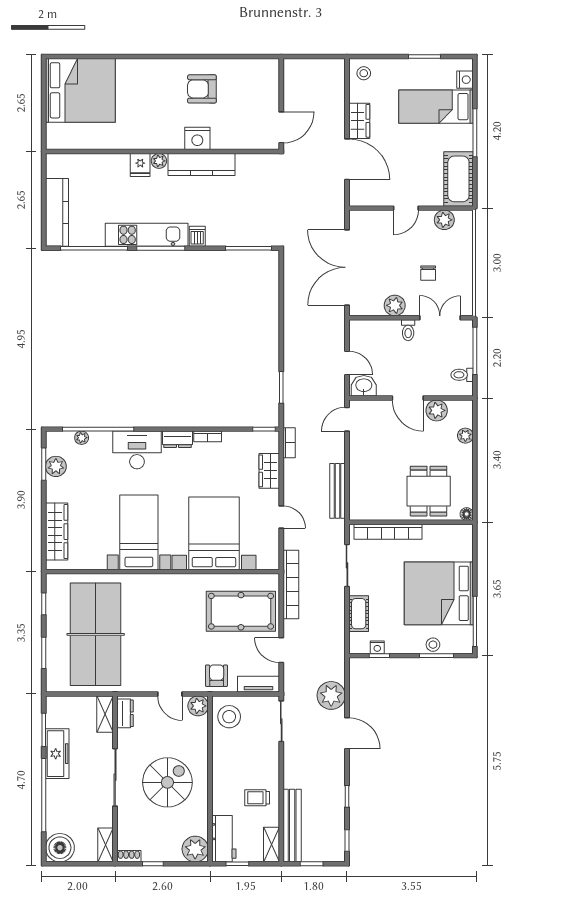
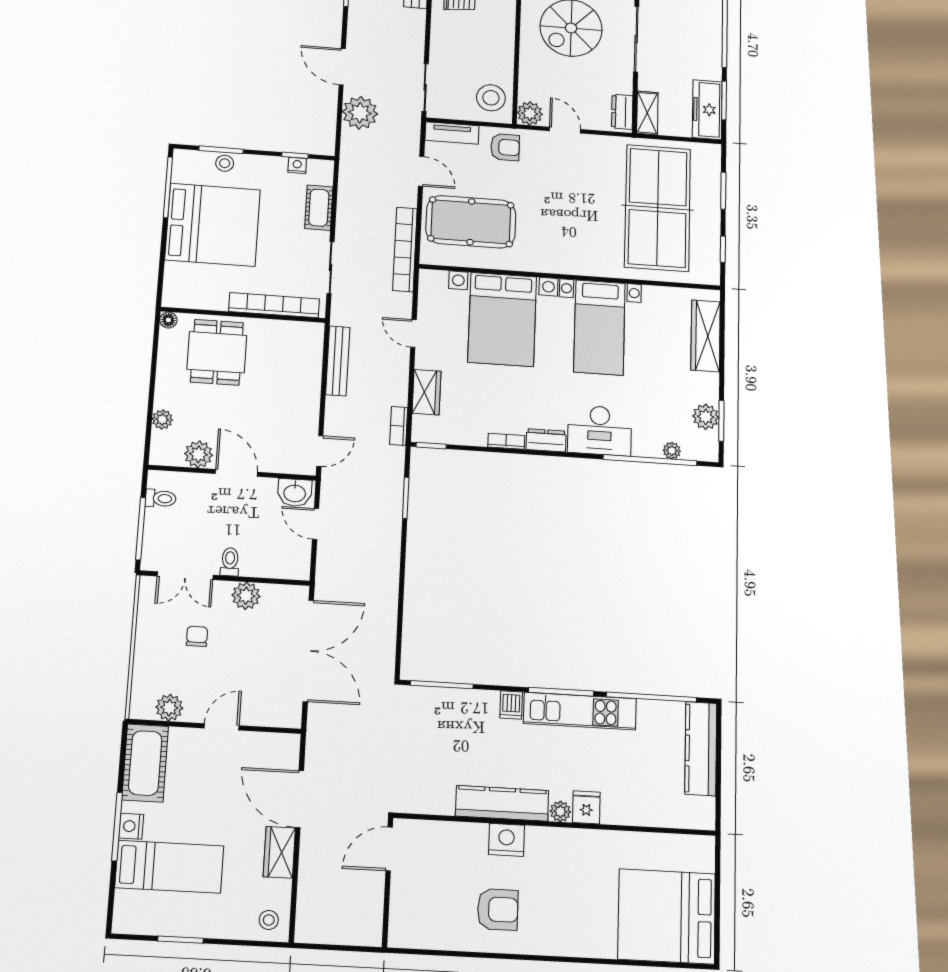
nightstand: (465, 80) -> (131, 826), moved
armchair: (217, 676) -> (505, 147), turned -90
freezer: (57, 754) -> (707, 110), moved

